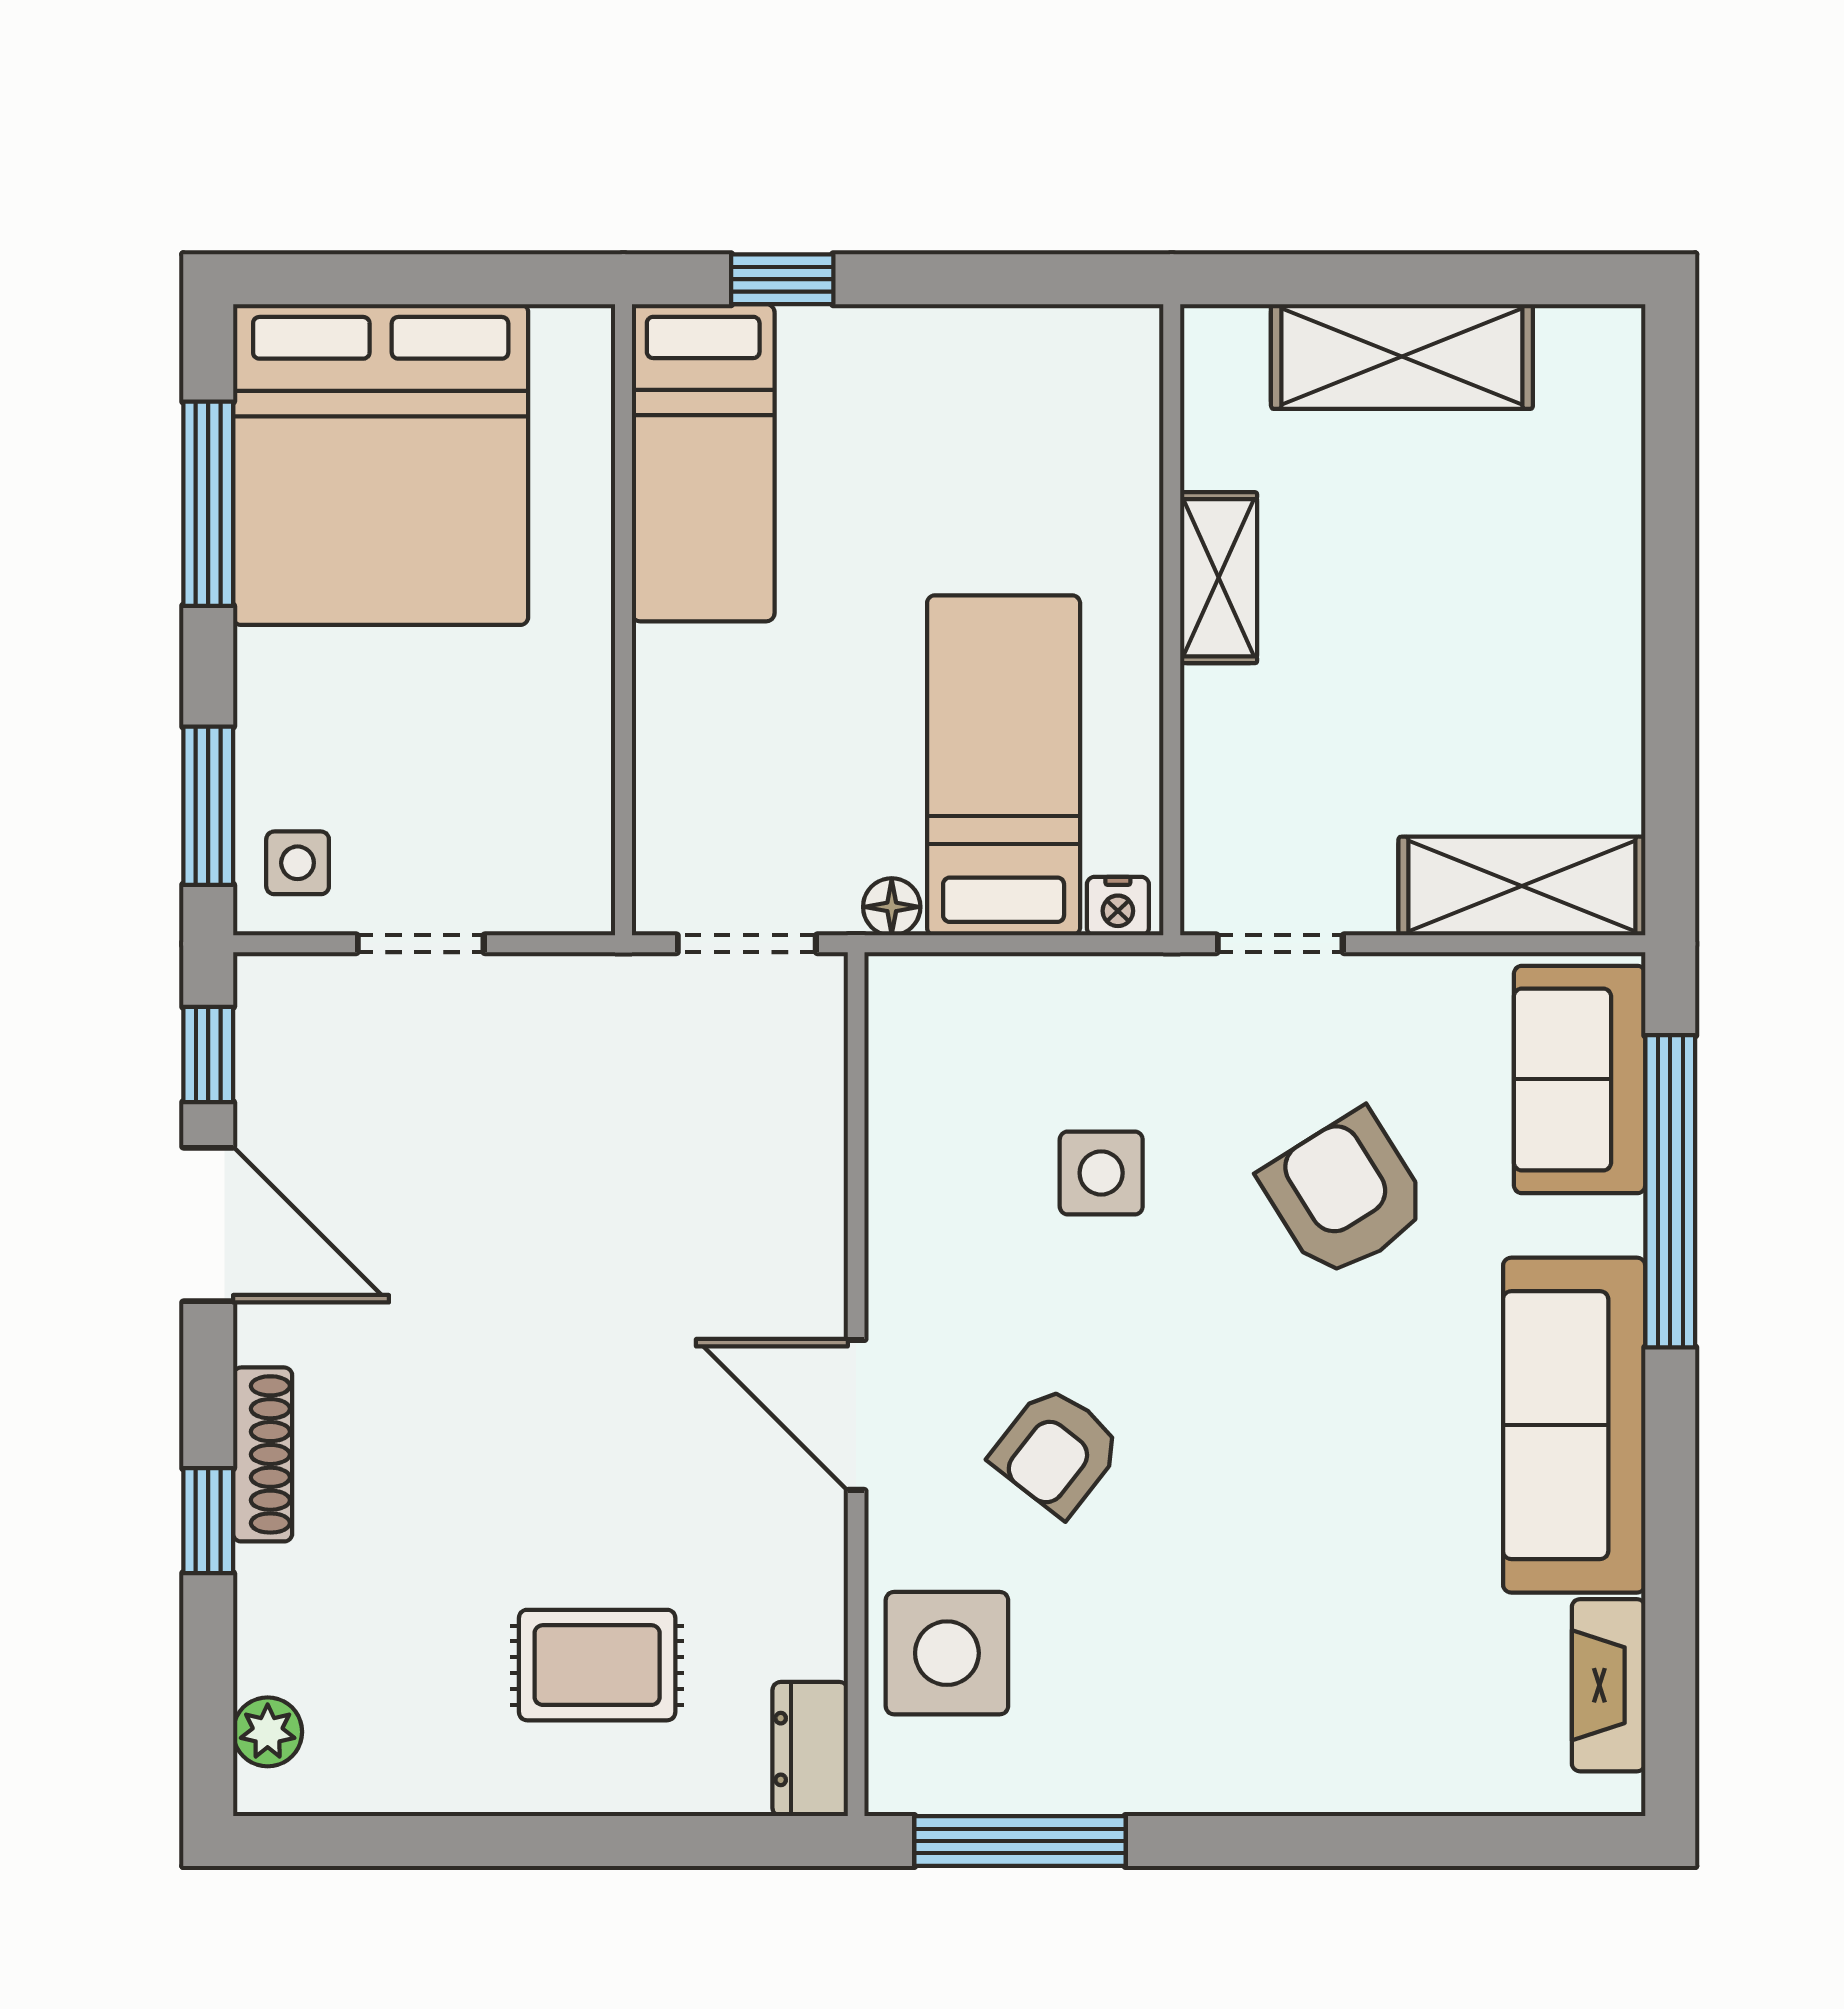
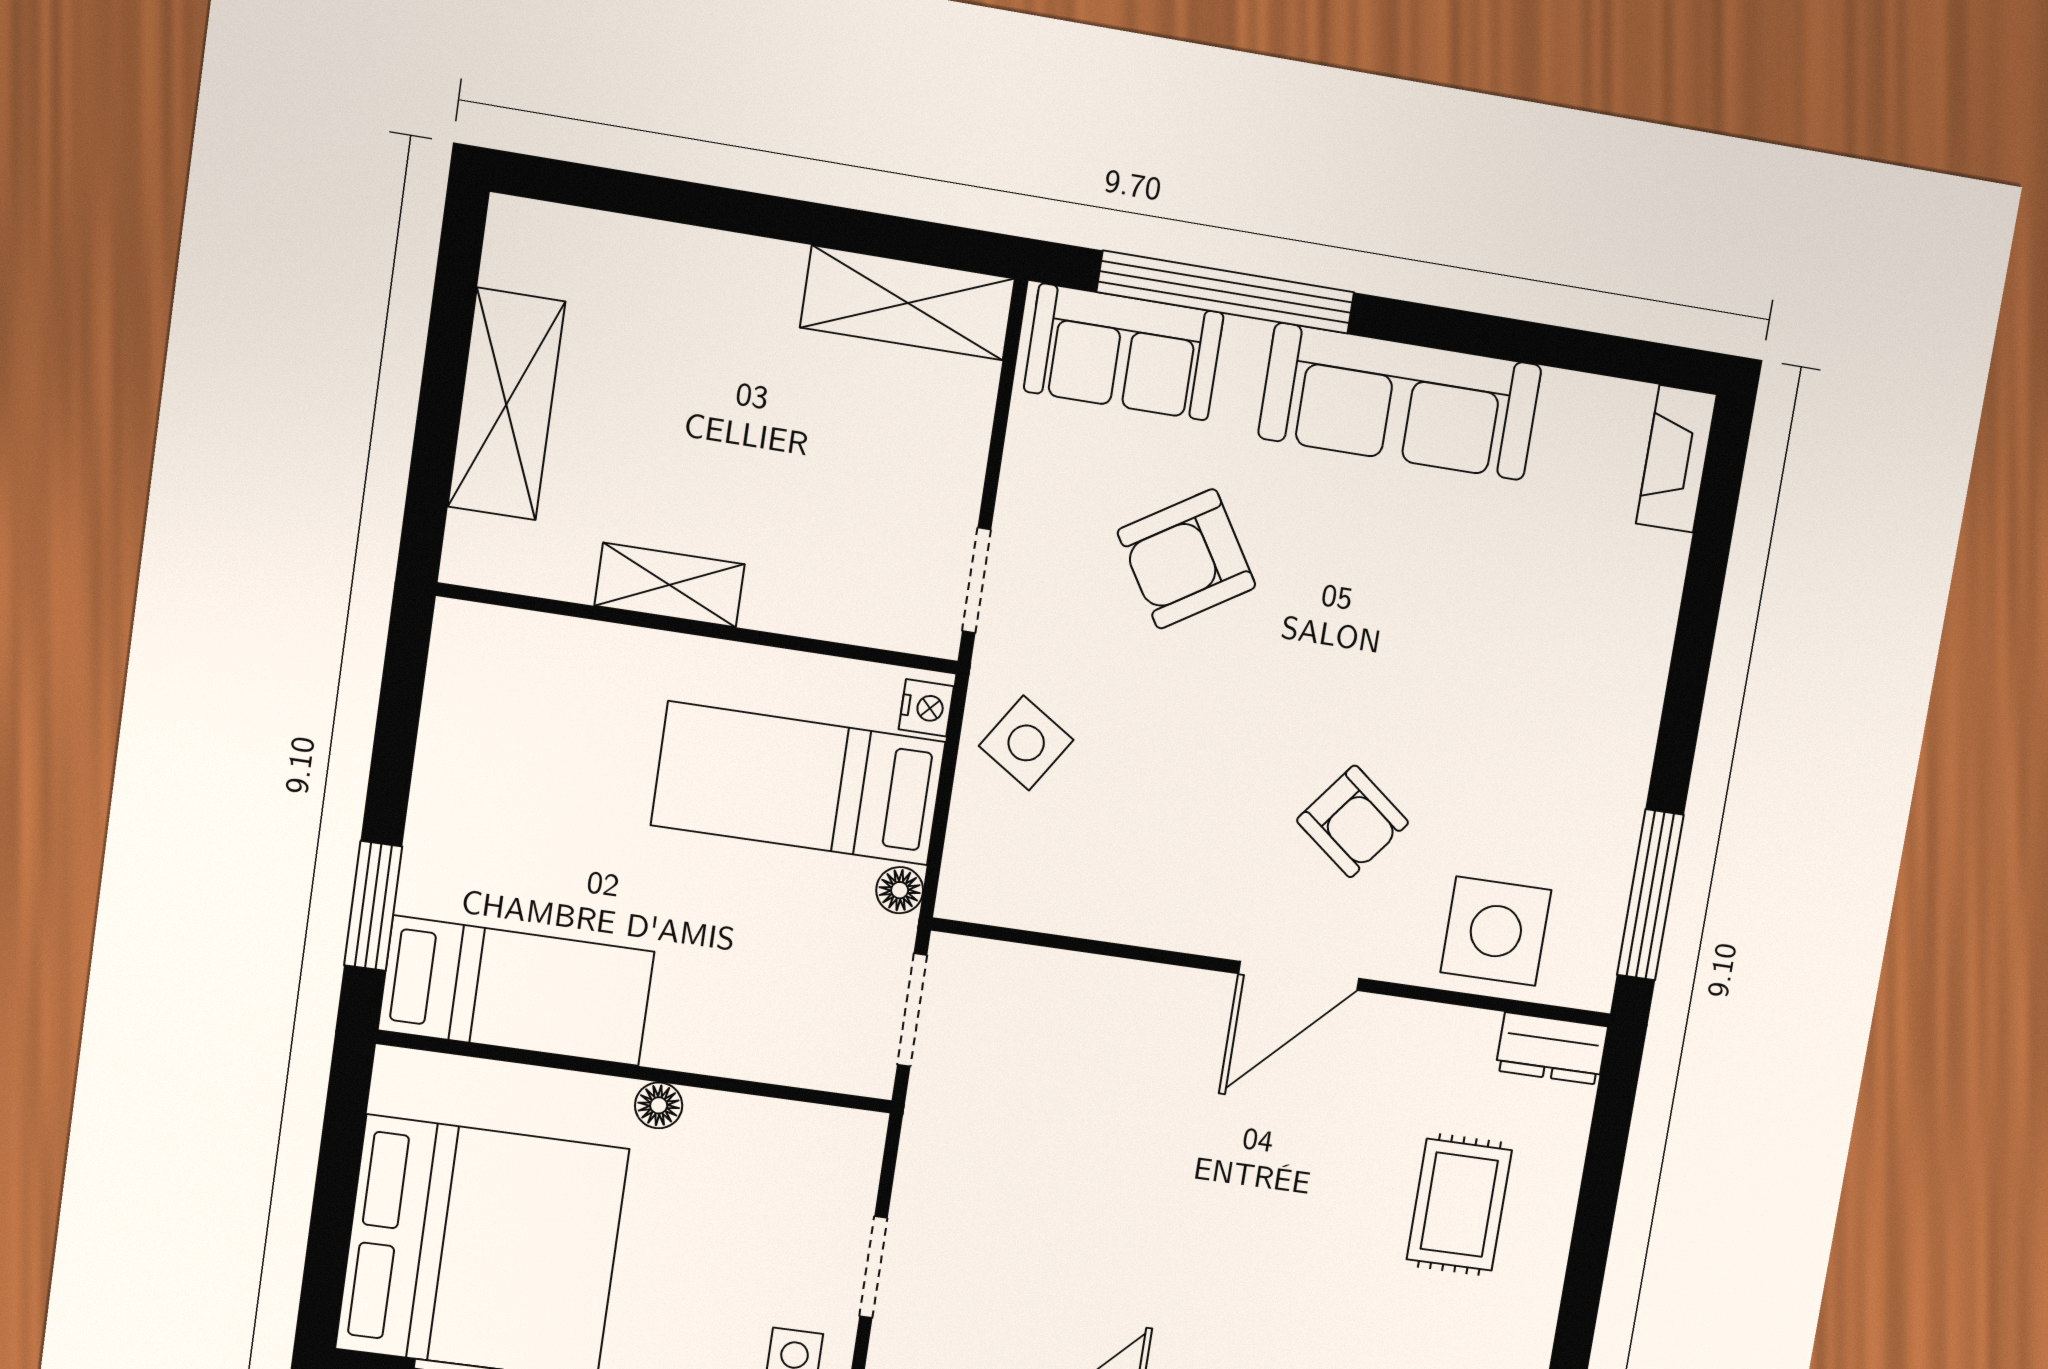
window: (782, 279) -> (373, 906), width x1.50
floor lamp: (587, 653) -> (659, 1105), added
shelving: (1522, 886) -> (908, 303), moved, turned 90
side table: (1101, 1173) -> (1026, 743), moved, turned 33
fireplace: (1609, 1685) -> (1676, 459), moved, turned 90

